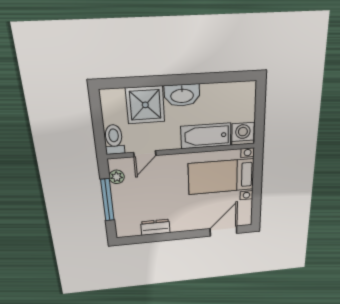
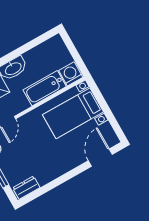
dresser: (155, 227) -> (26, 188), moved

